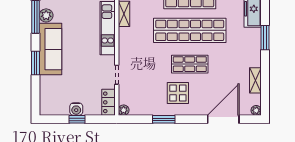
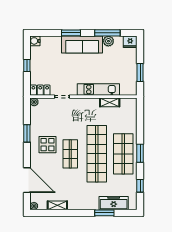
window: (265, 38) -> (104, 213), moved
water cooler: (76, 109) -> (35, 41), moved

